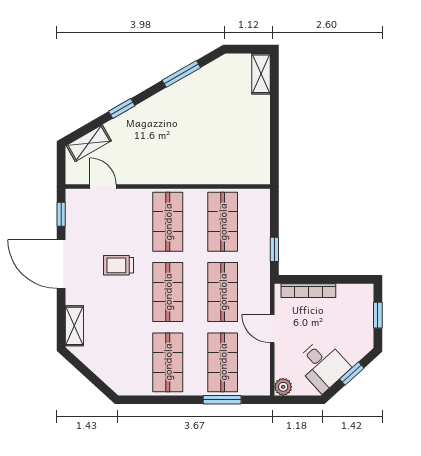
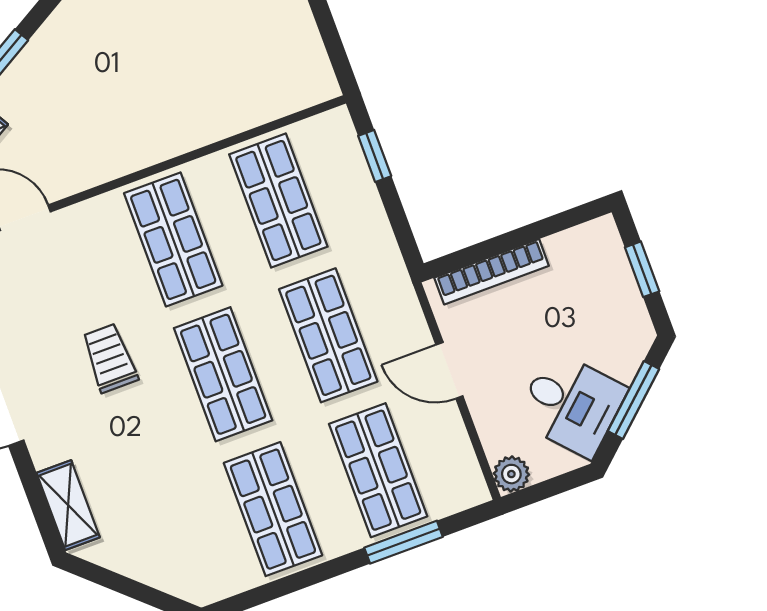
window: (274, 249) -> (375, 156), moved
trolley: (118, 265) -> (110, 358), turned 90
window: (352, 374) -> (633, 400), width x1.50

